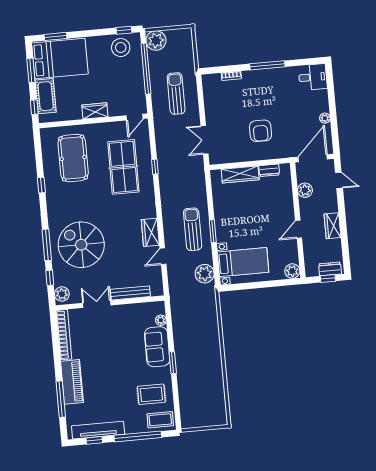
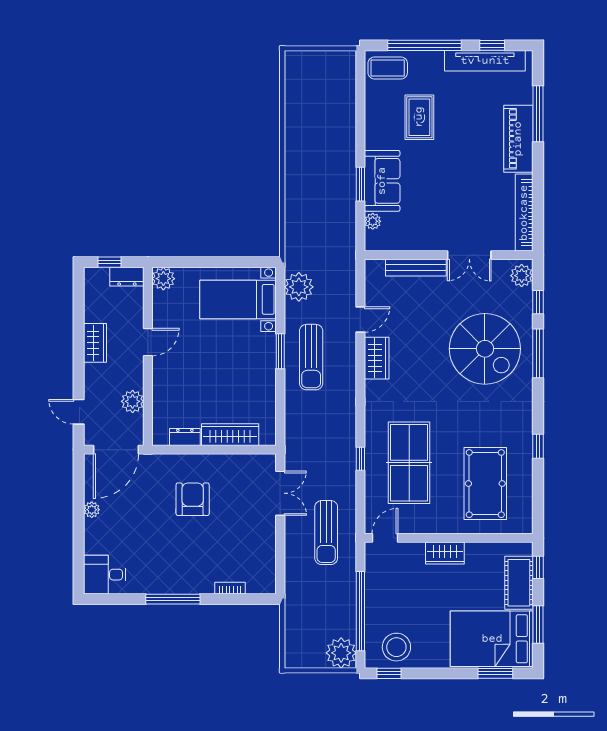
sun lounger: (176, 94) -> (326, 533), moved
dresser: (330, 269) -> (127, 277), moved
window: (173, 363) -> (360, 184), moved
rug: (151, 394) -> (419, 117), moved, turned 90

